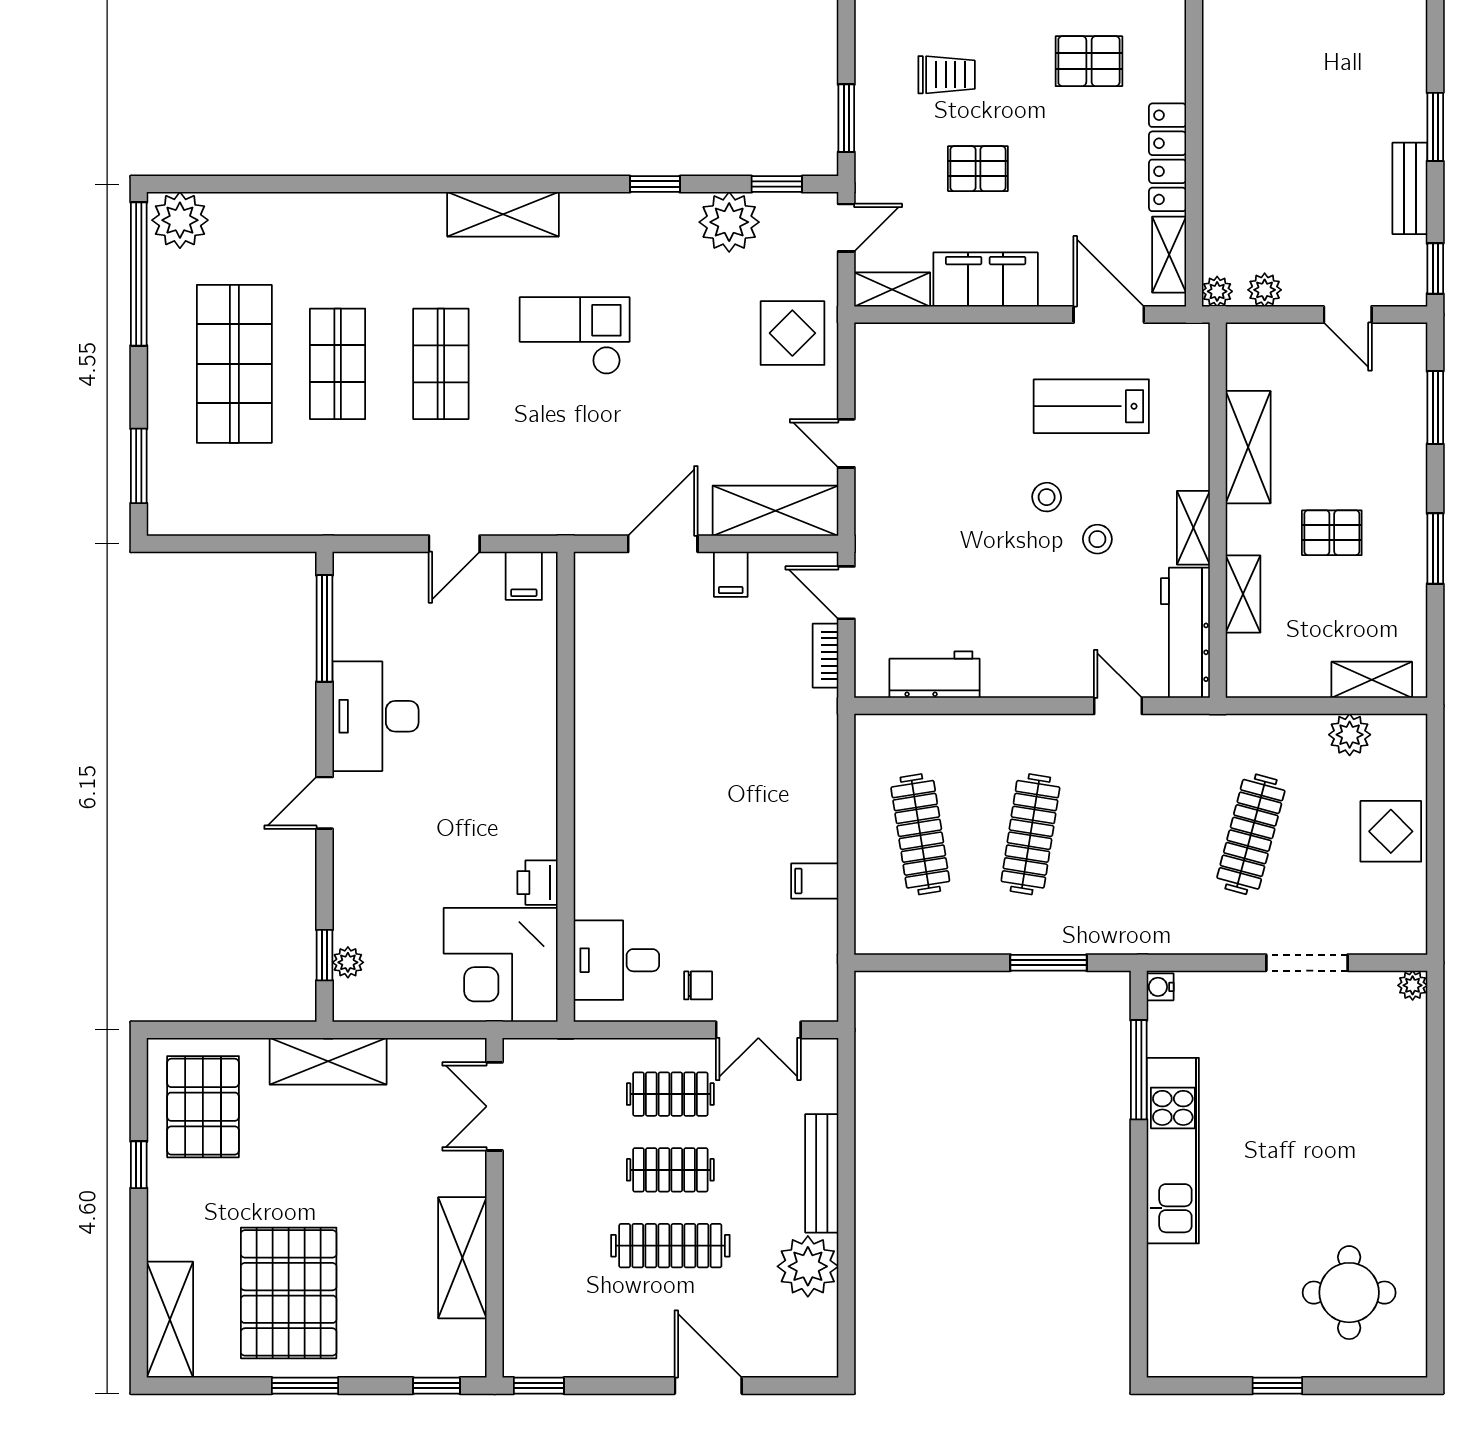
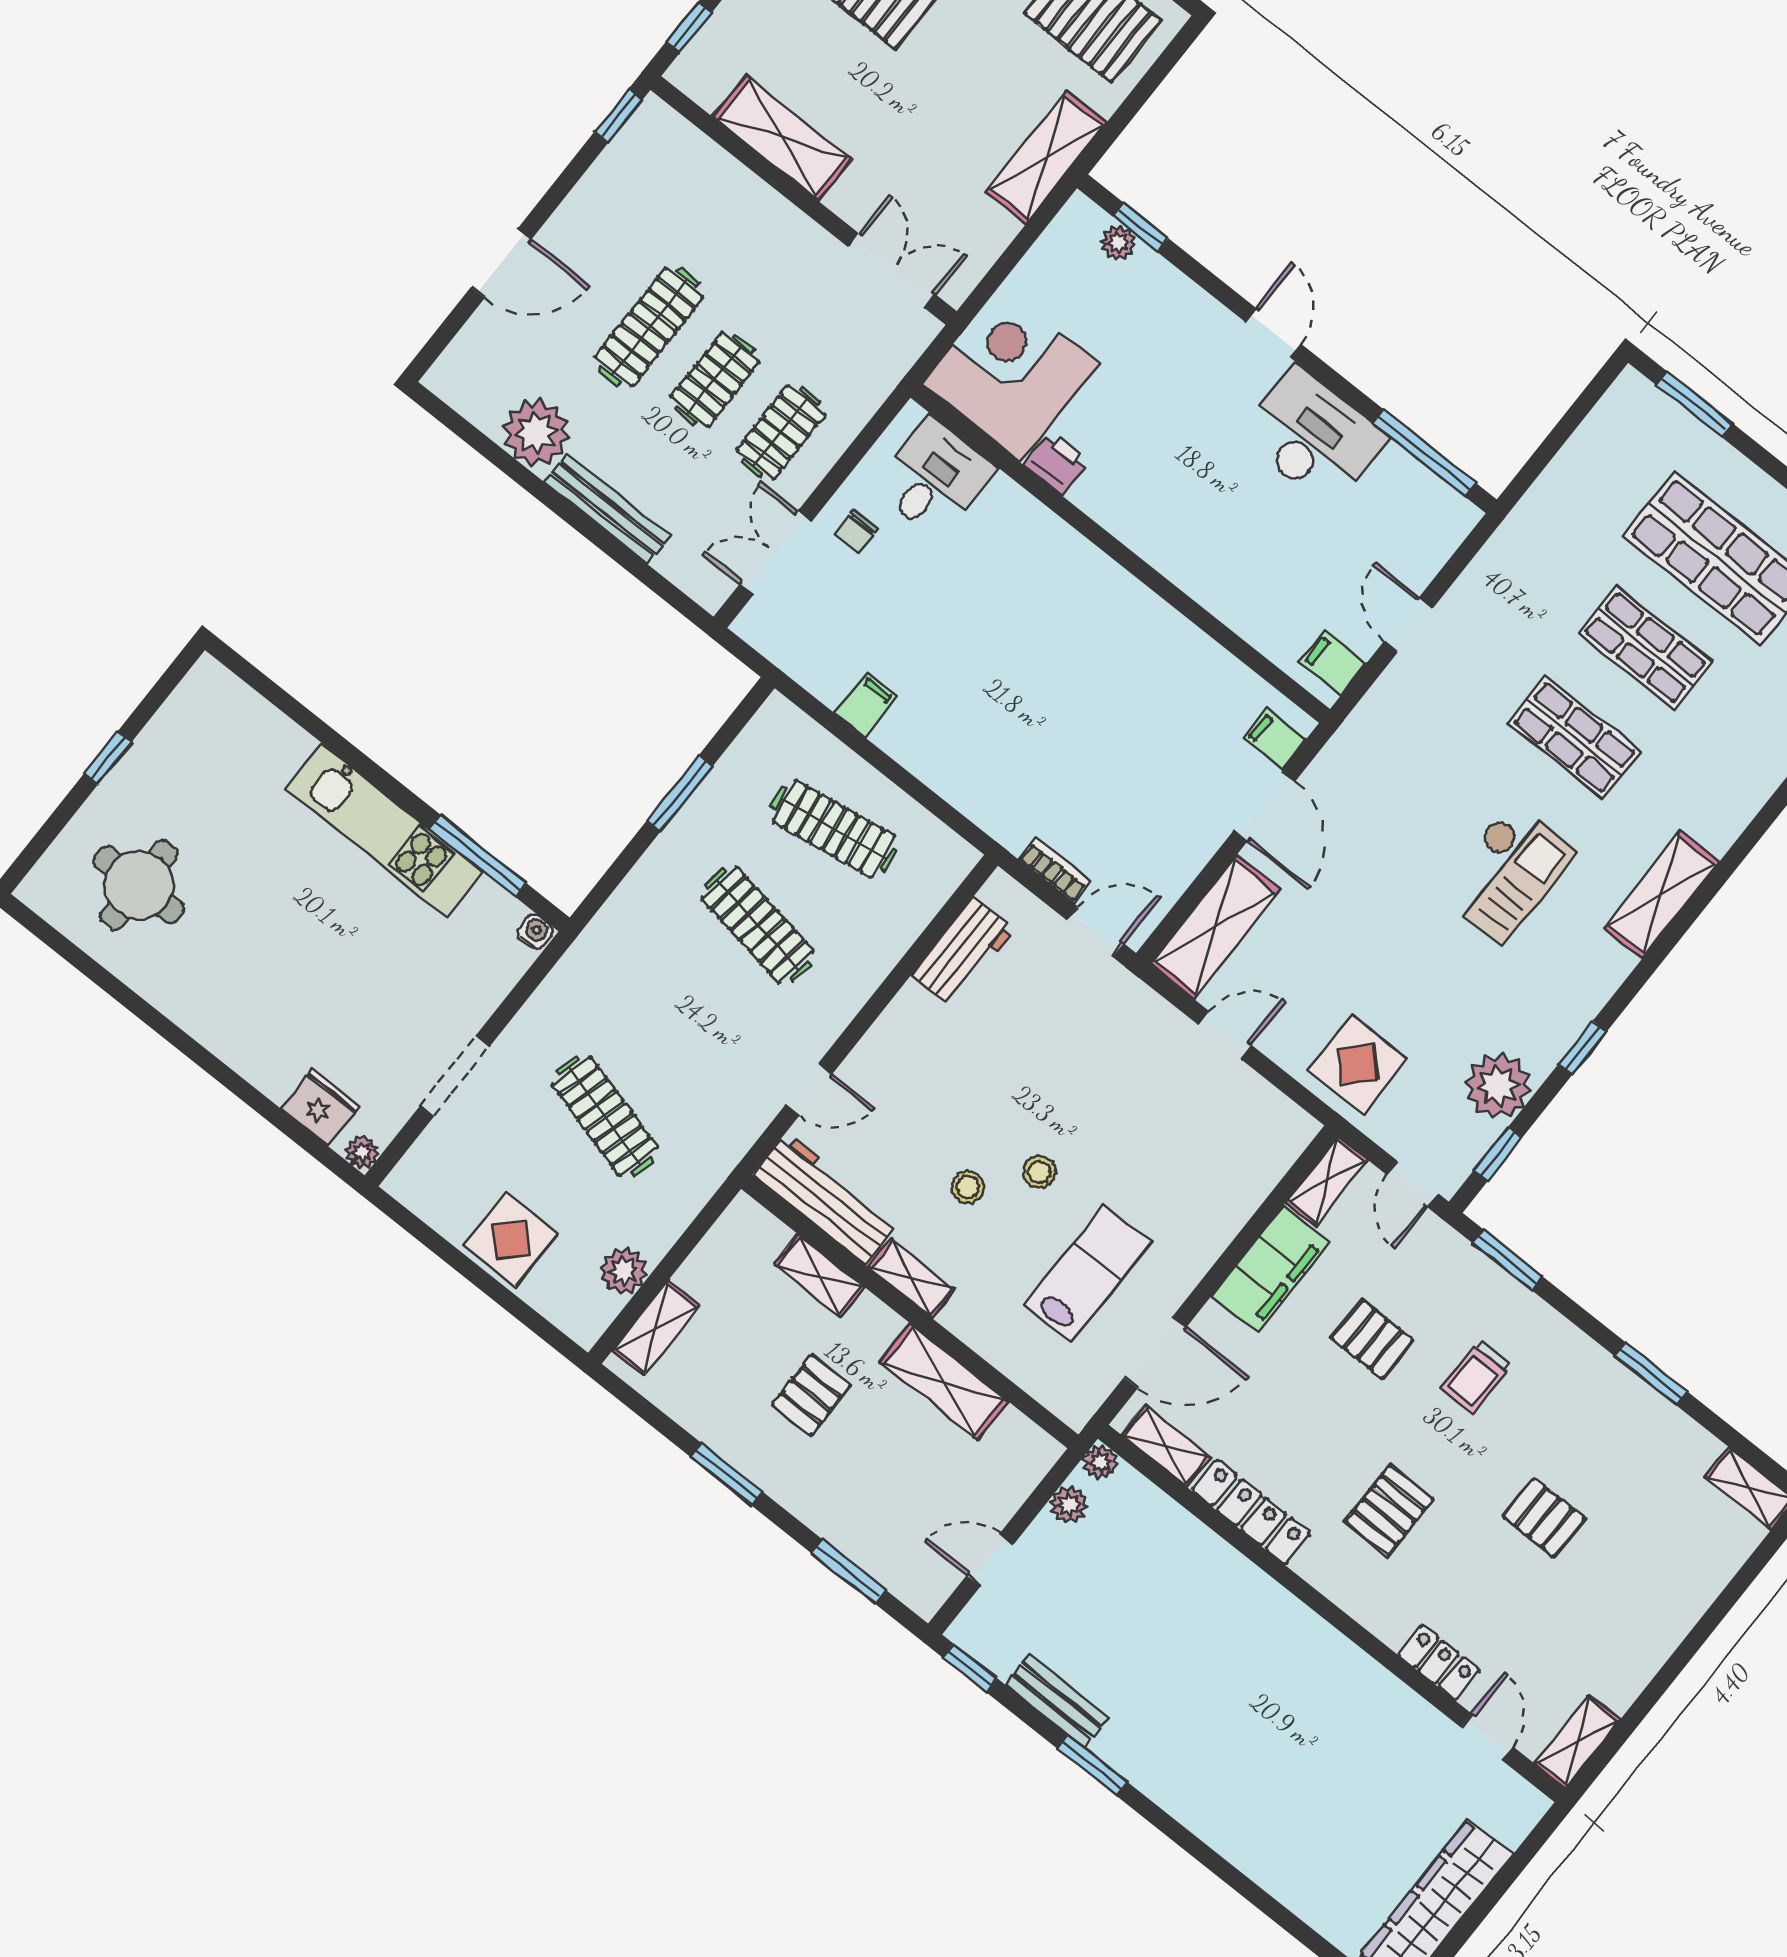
pallet: (978, 169) -> (1373, 1339), turned 90
filing cabinet: (731, 574) -> (1275, 739), moved
window: (1049, 963) -> (680, 793), moved
fridge: (1404, 1040) -> (320, 1107), added

